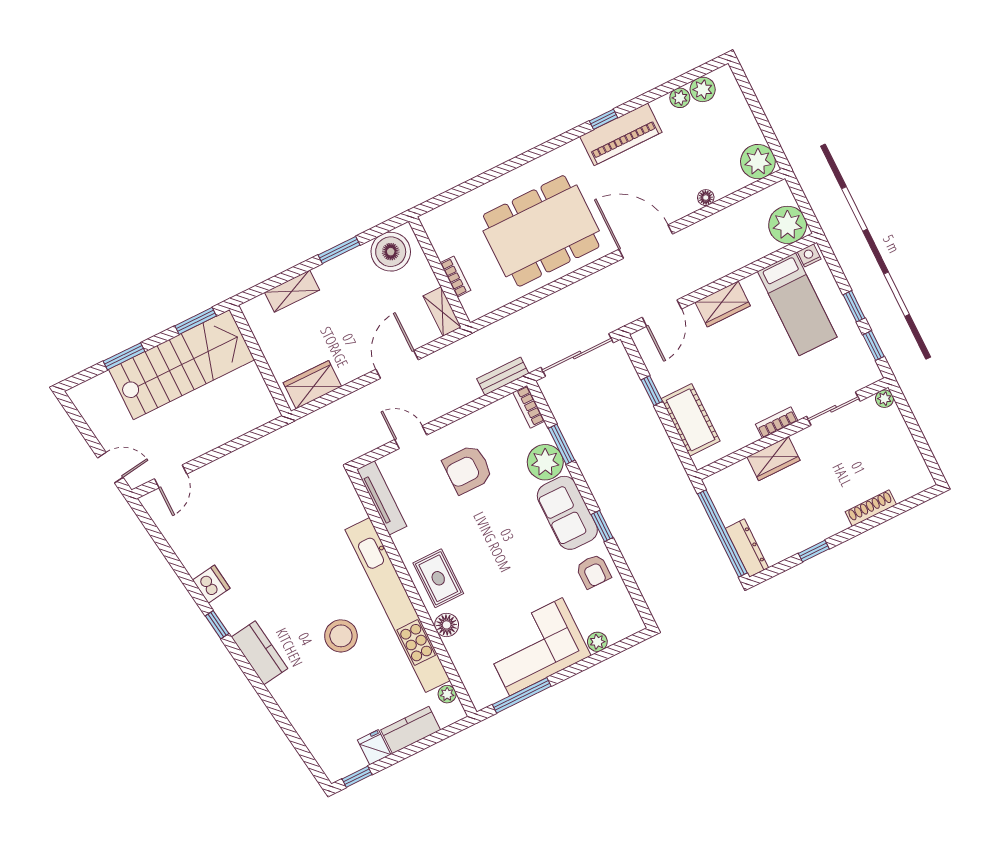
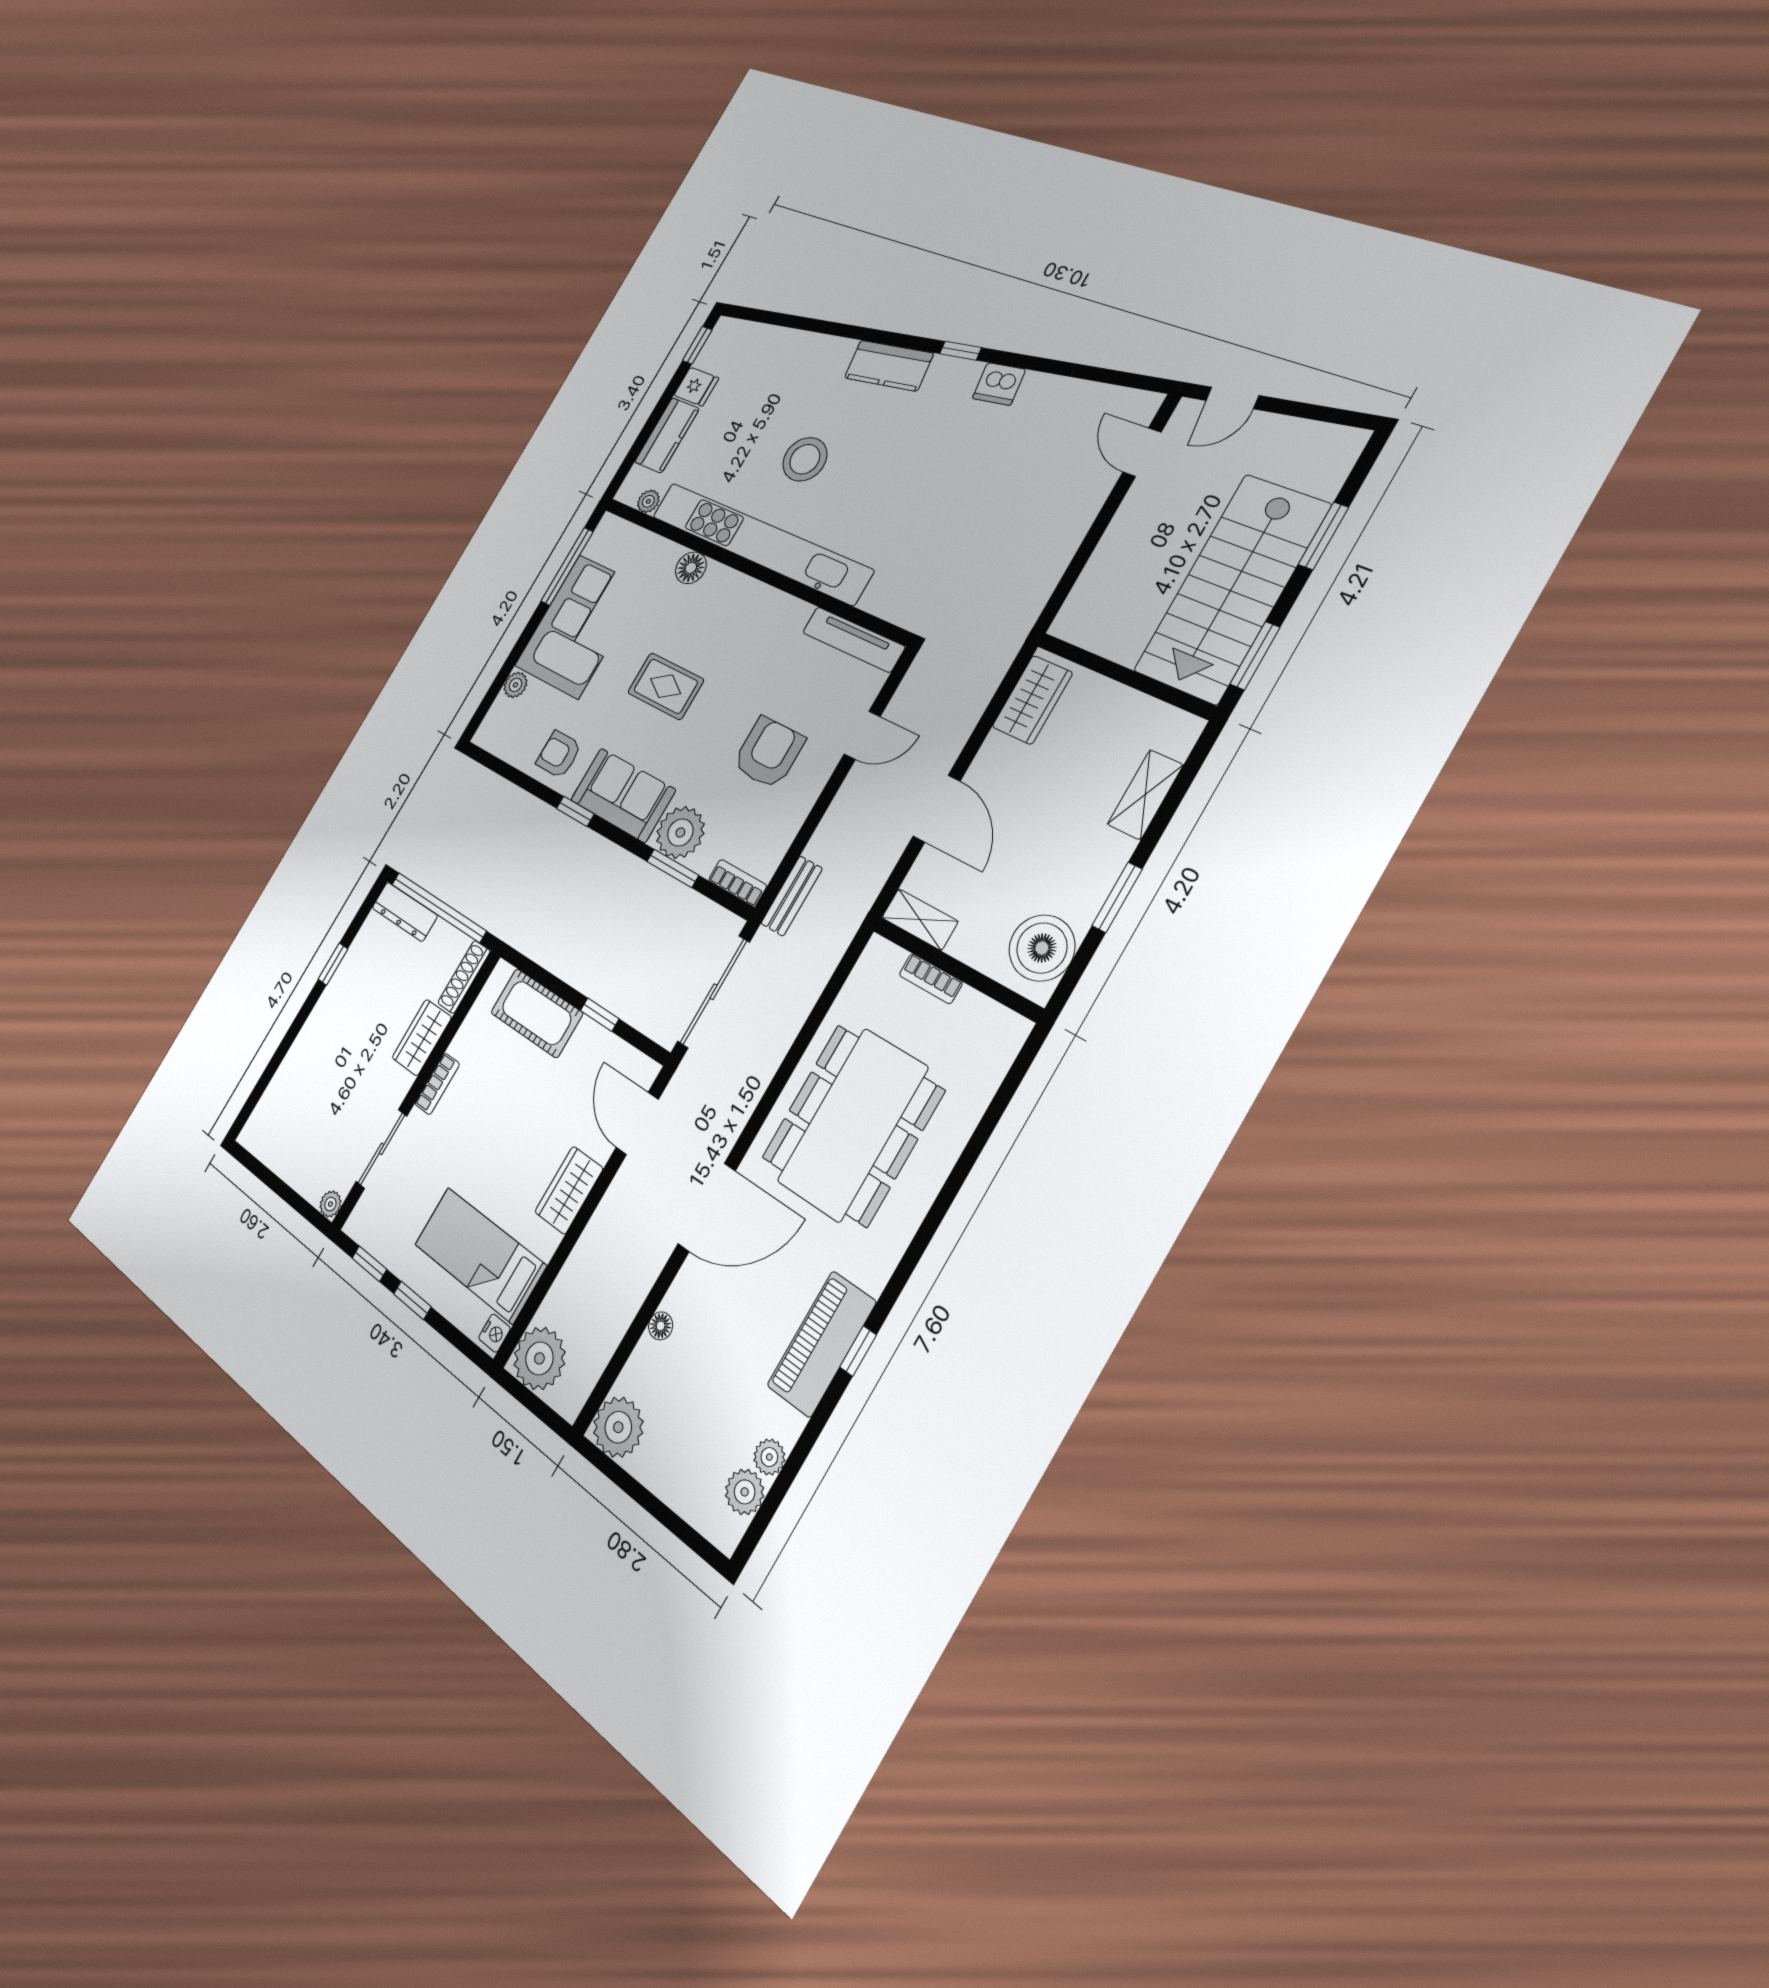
shoe rack: (871, 508) -> (464, 977), moved, turned 180
rug: (438, 578) -> (666, 686), moved

